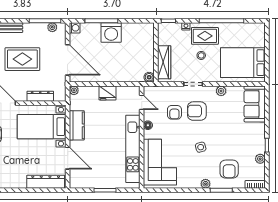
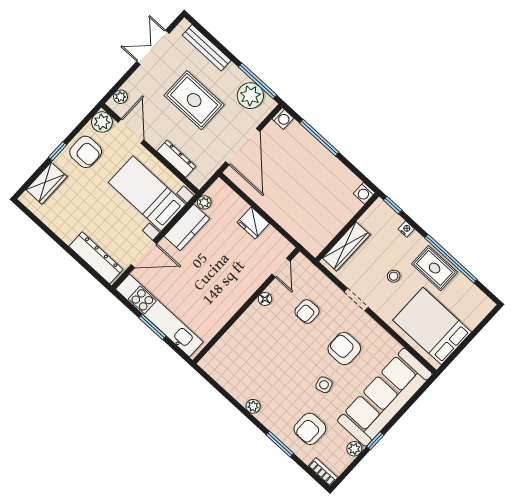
plant: (52, 27) -> (250, 96), width x1.88, depth x1.88
washing machine: (111, 32) -> (364, 193), moved, width x0.53, depth x0.53
rug: (205, 36) -> (435, 268), moved
boiler: (149, 77) -> (315, 248), removed
plant: (74, 90) -> (204, 202), moved
plant: (221, 91) -> (380, 335), removed
sofa: (255, 104) -> (385, 397), width x1.85, depth x1.27
armchair: (197, 111) -> (344, 349), moved
side table: (201, 147) -> (324, 385), moved
kitchen unit: (133, 149) -> (159, 316), moved, turned 90
door: (68, 158) -> (144, 254), hinge flipped
corner sofa: (160, 162) -> (241, 351), removed
plant: (206, 184) -> (253, 406), moved

